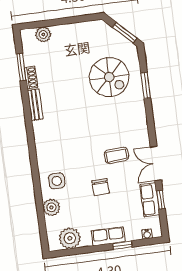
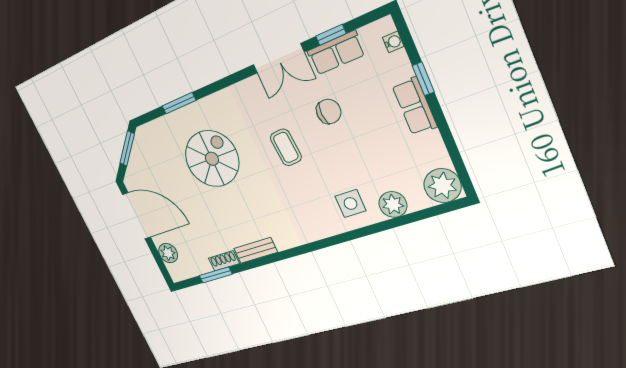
door: (75, 20) -> (136, 216), added
spiral stairs: (109, 77) -> (212, 159), moved
coffee table: (116, 155) -> (286, 147), moved
chair: (101, 187) -> (329, 111), moved
plant: (70, 238) -> (442, 186), moved

